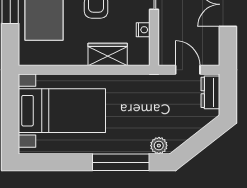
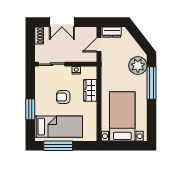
plant: (159, 146) -> (138, 66), width x1.87, depth x1.87

